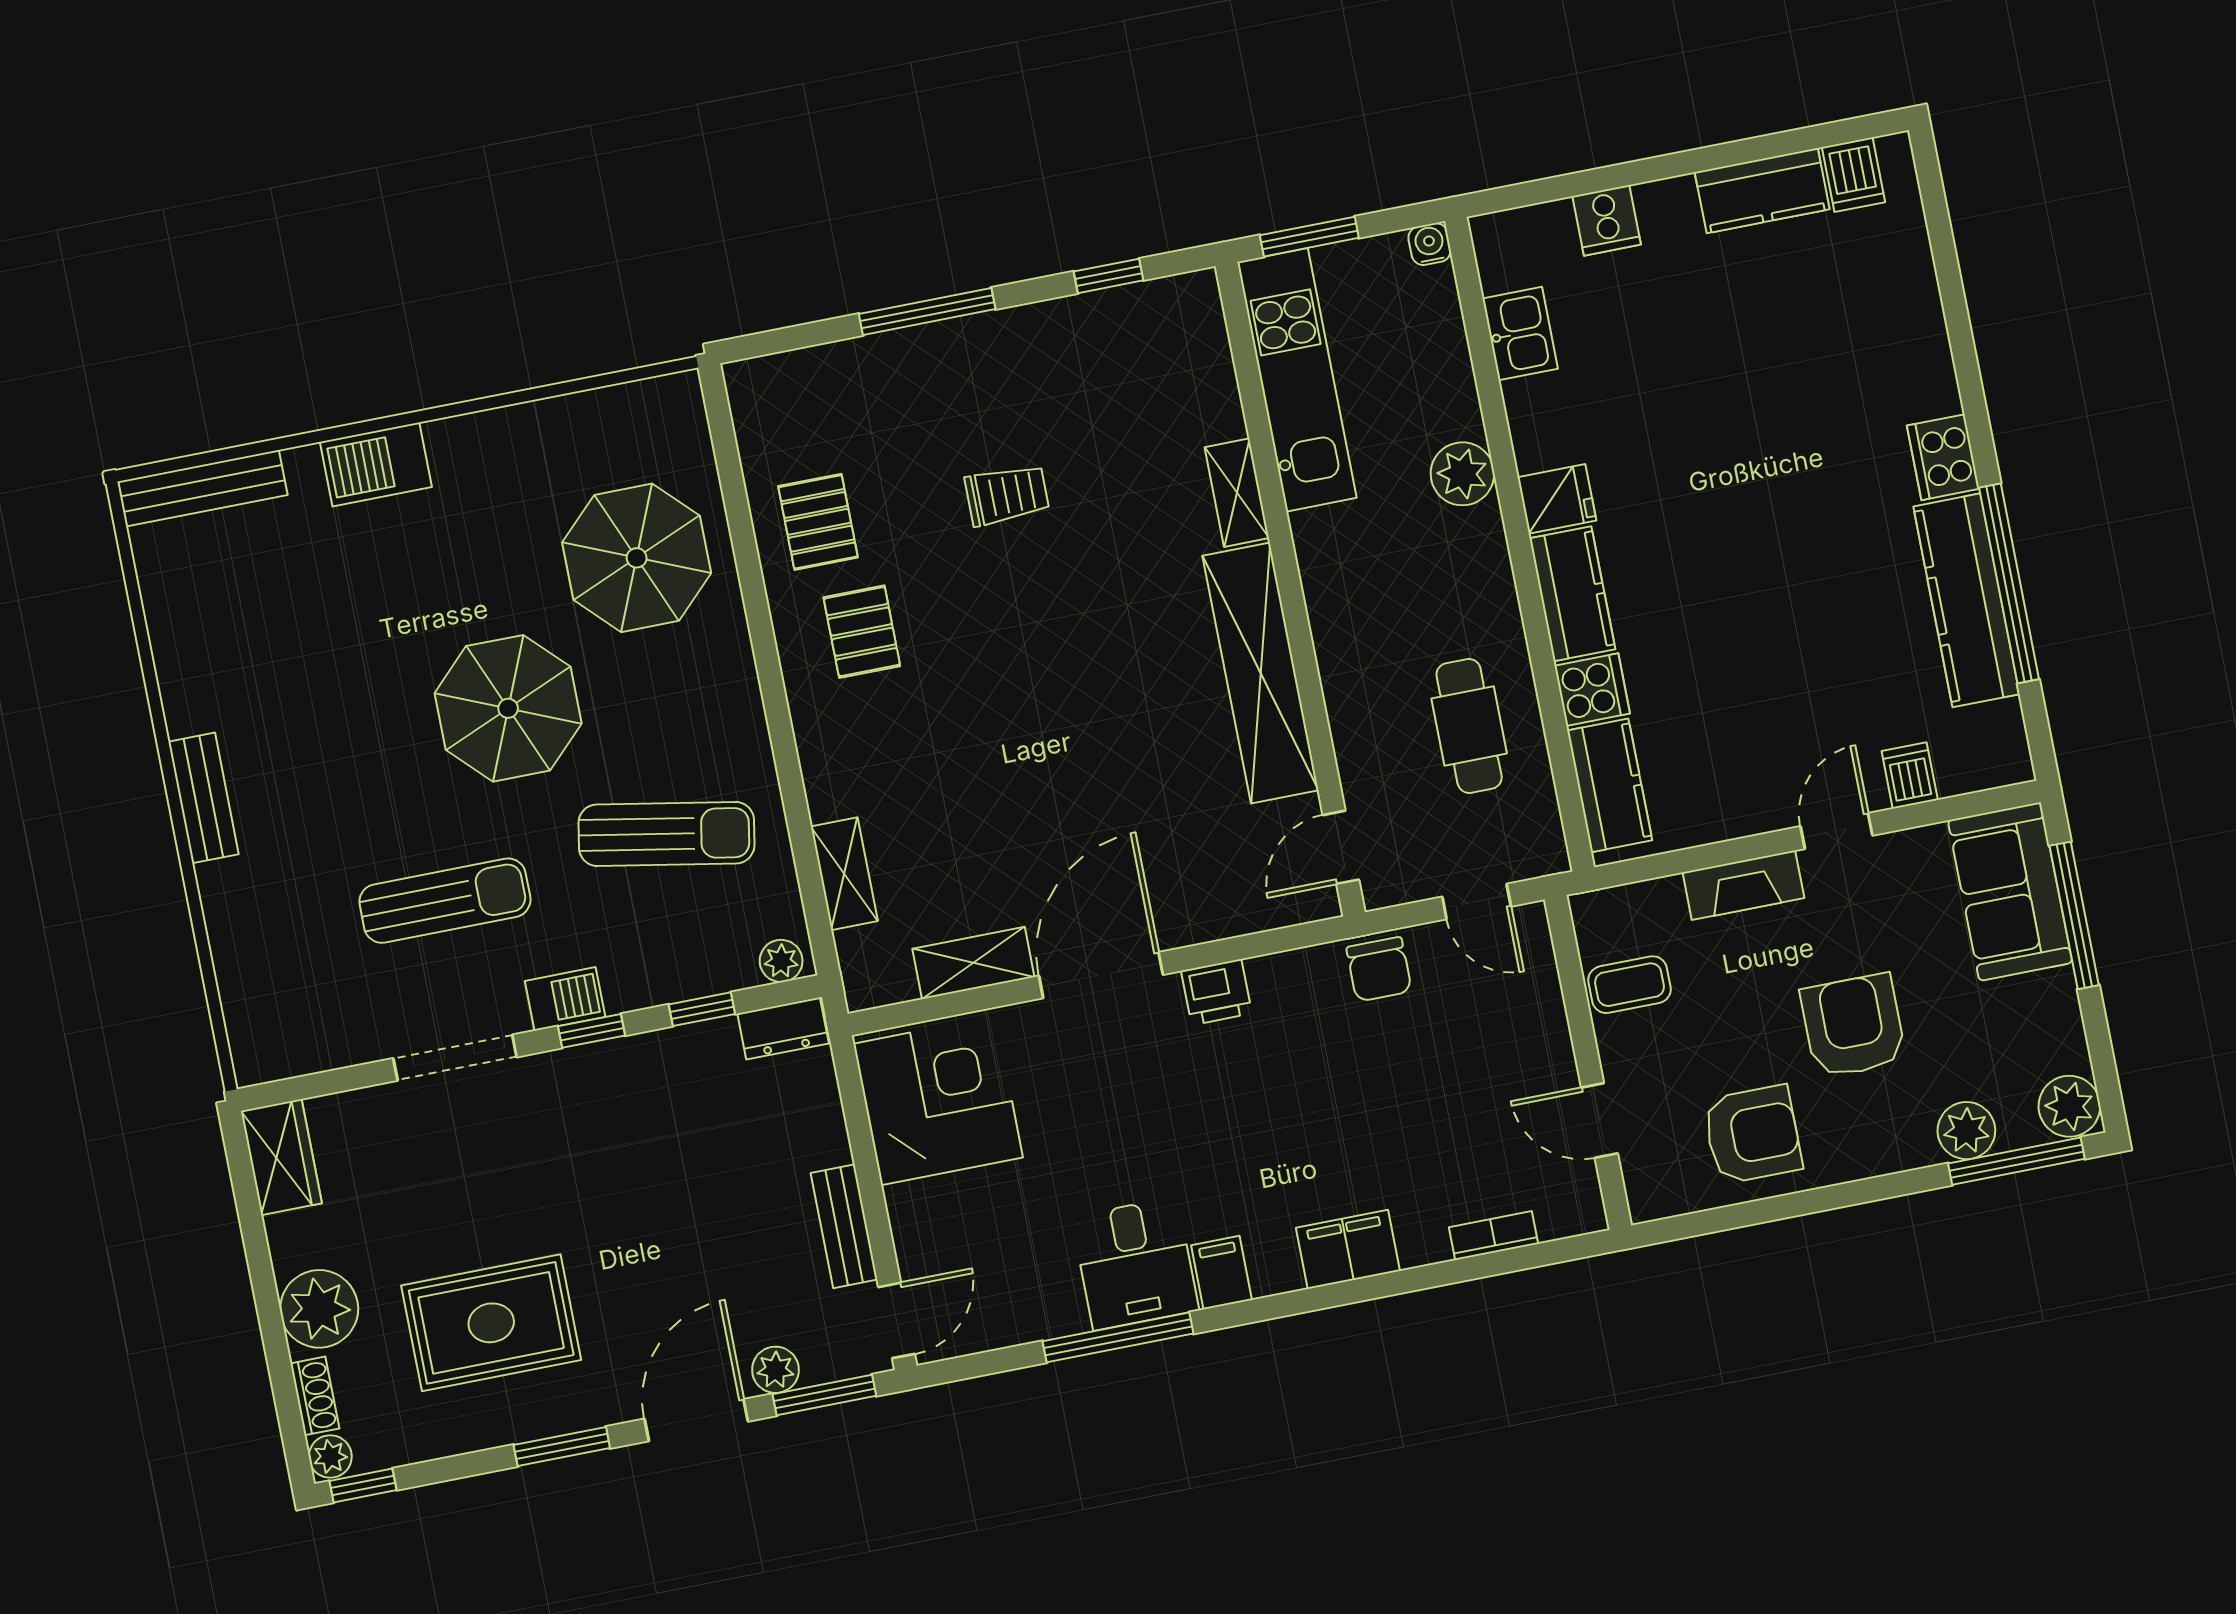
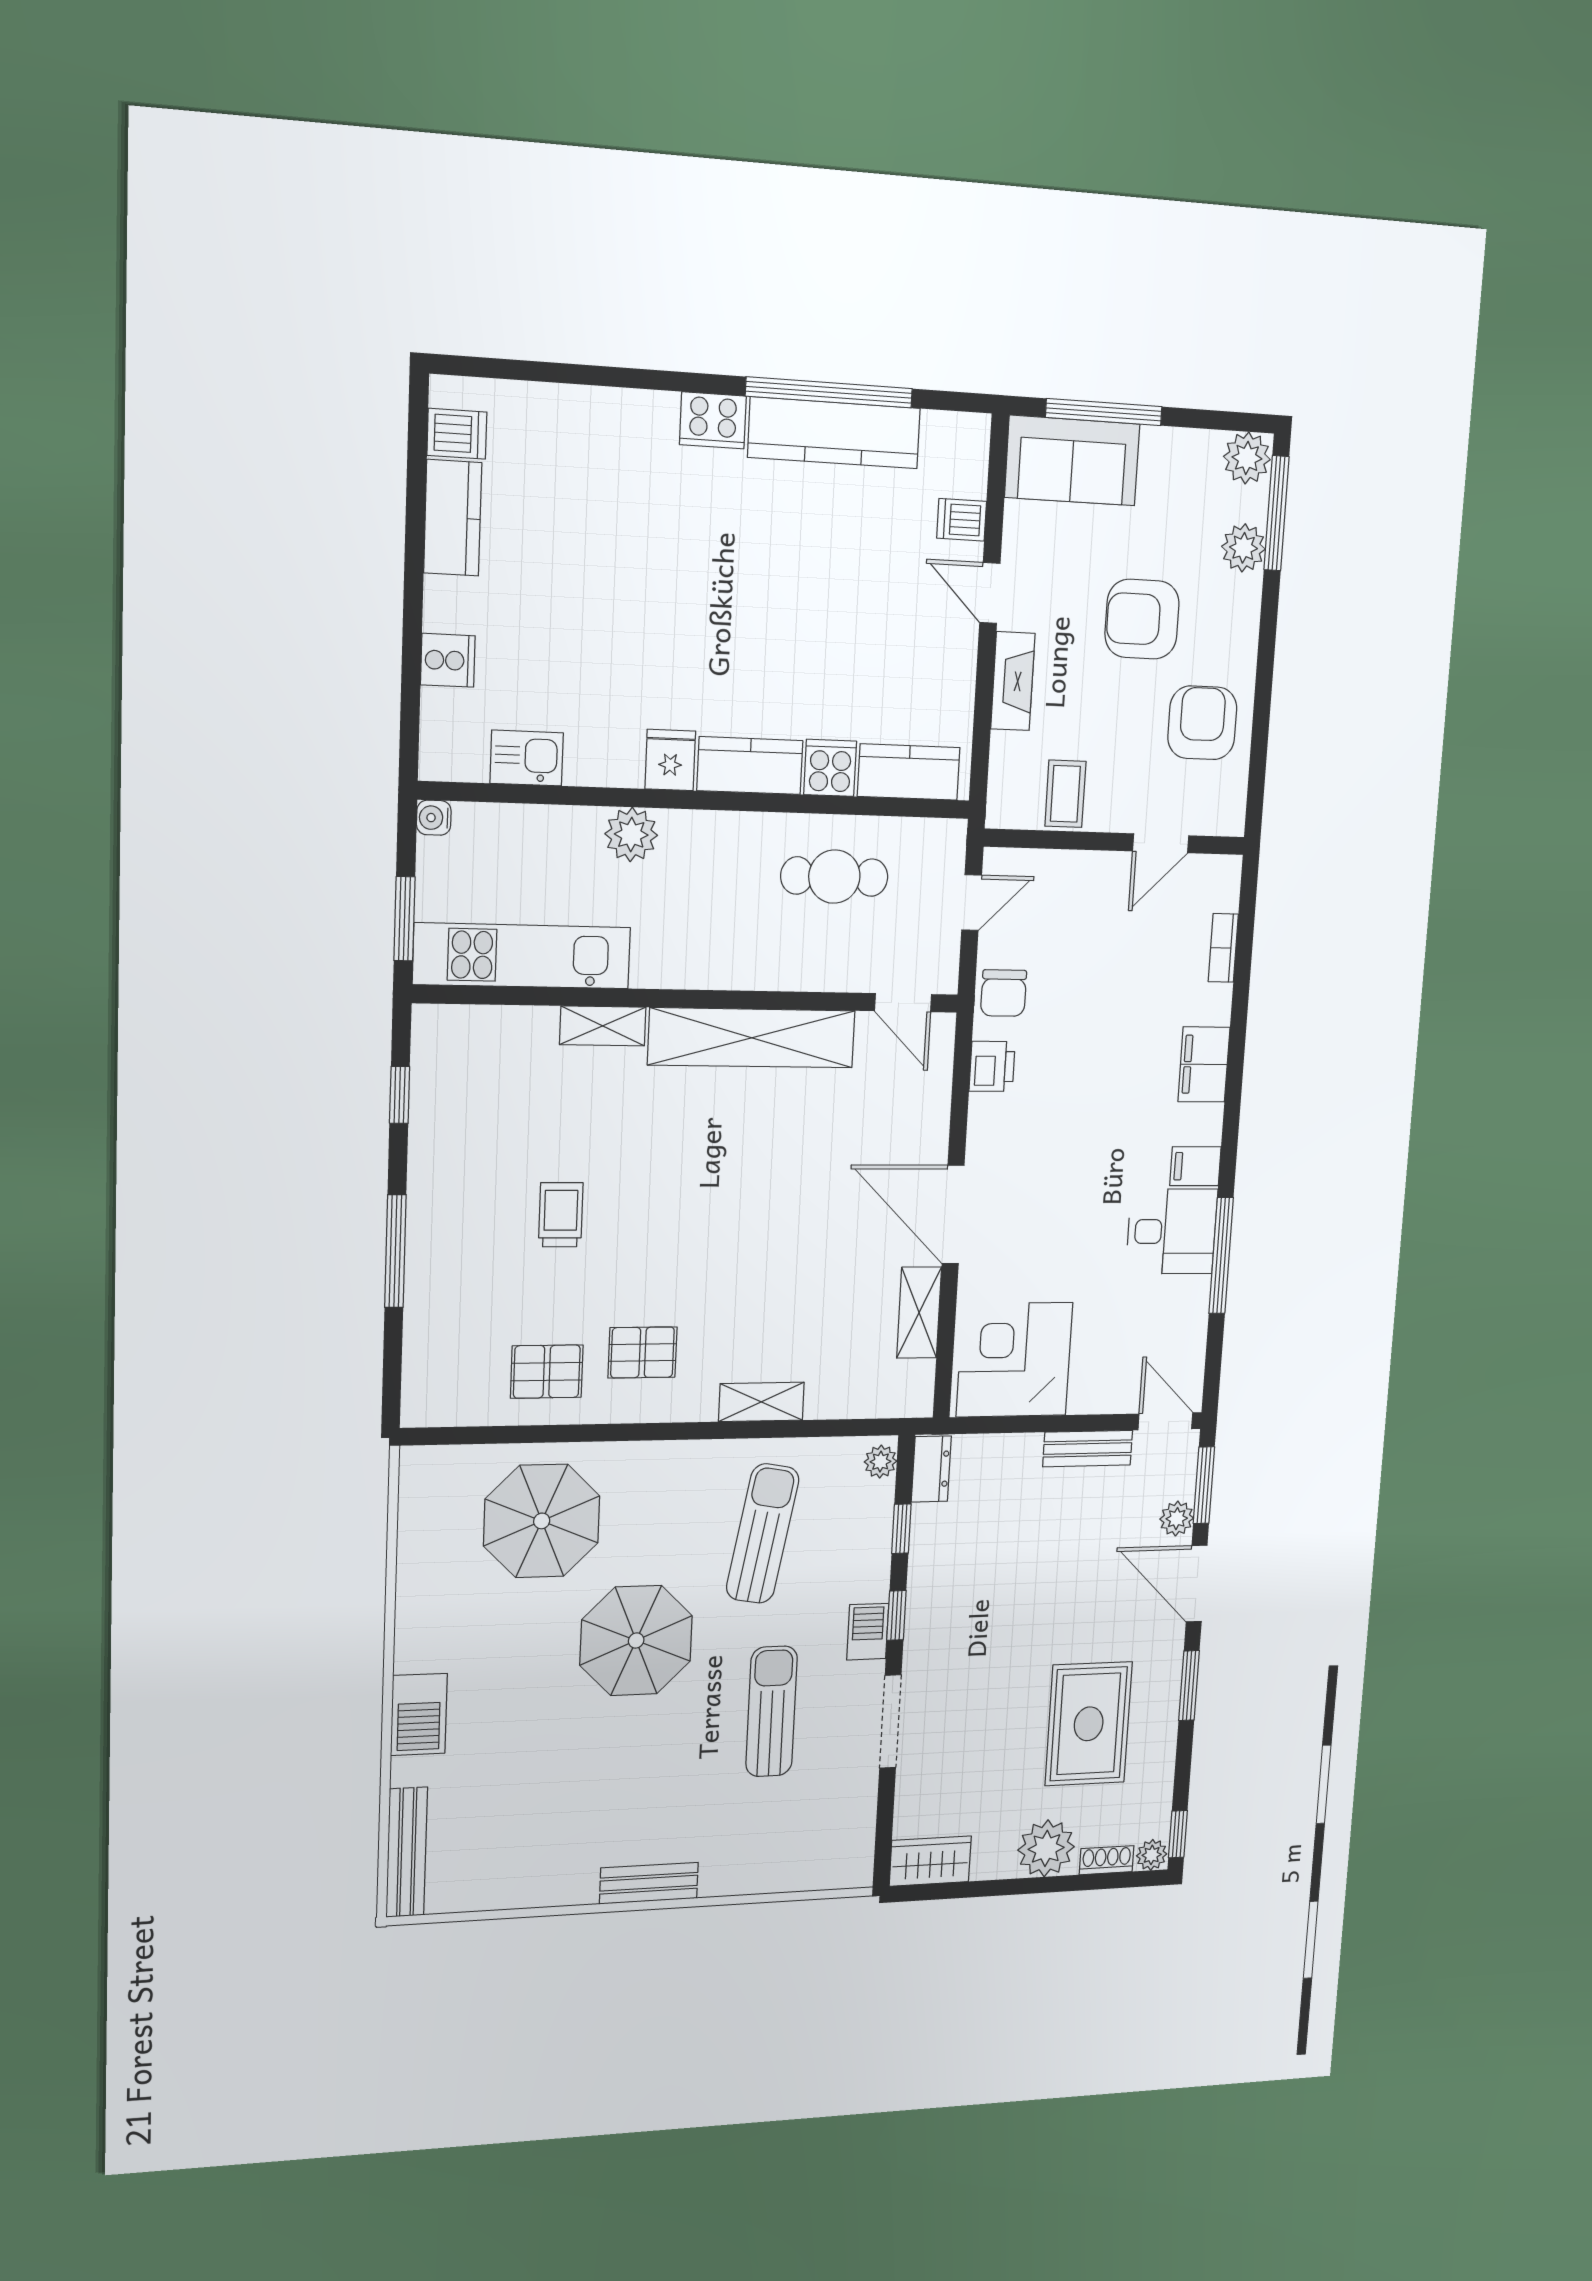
shelving: (844, 874) -> (761, 1402), moved
chair: (1379, 969) -> (1004, 993), turned 90
printer: (1216, 992) -> (992, 1066), moved

